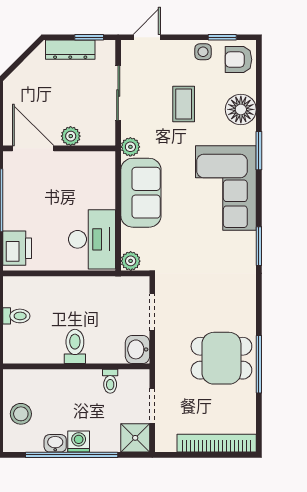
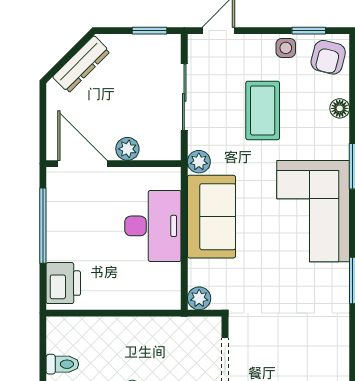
dresser: (70, 50) -> (81, 64), moved, turned -45
armchair: (238, 60) -> (328, 57), turned -76
coffee table: (184, 104) -> (263, 110), width x1.36, depth x1.30
floor lamp: (241, 109) -> (340, 108), width x0.53, depth x0.53
desk: (92, 239) -> (153, 226), moved

